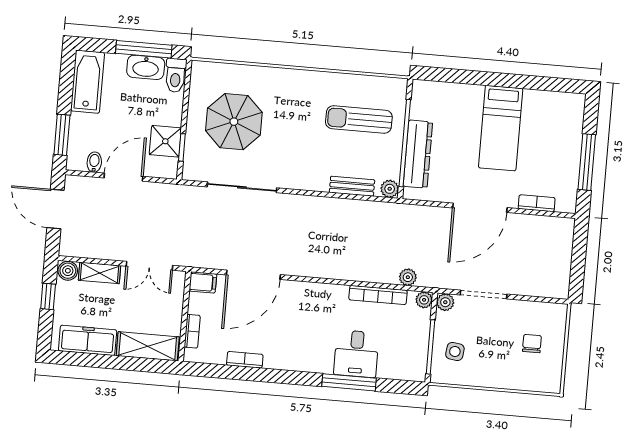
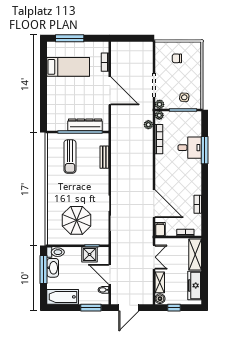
bed: (501, 128) -> (68, 67), moved
window: (587, 162) -> (70, 38), moved
plant: (390, 189) -> (104, 138), removed

